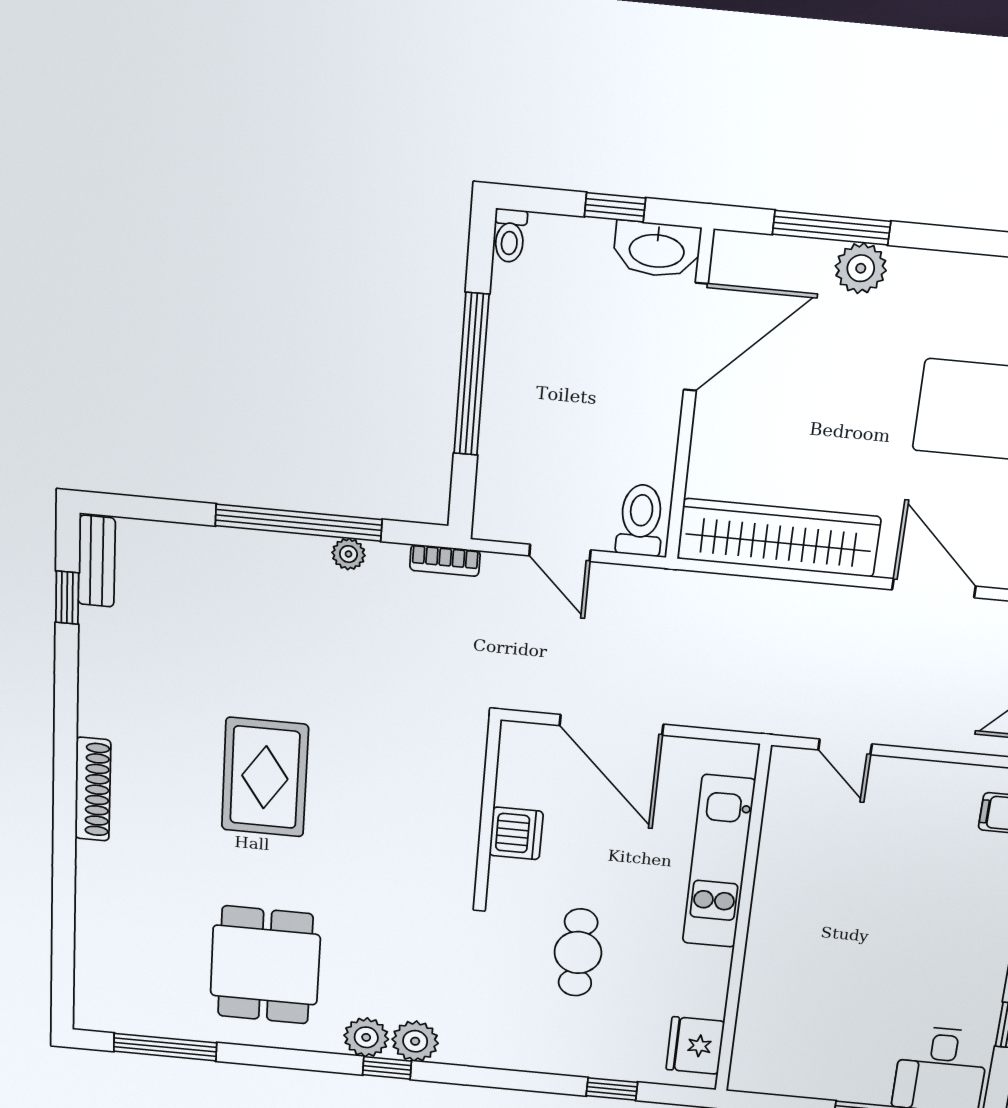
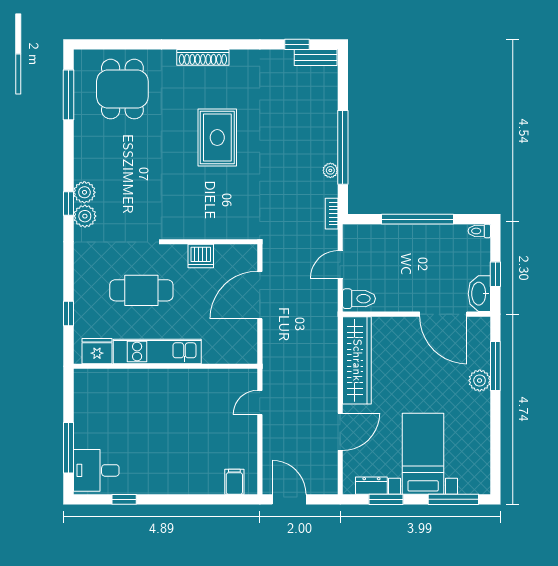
rug: (265, 777) -> (217, 138), turned 90
kitchen unit: (719, 862) -> (157, 352), moved
cafe table: (578, 952) -> (141, 290), width x1.37, depth x1.35
dining table: (265, 965) -> (122, 89), moved, turned 90

